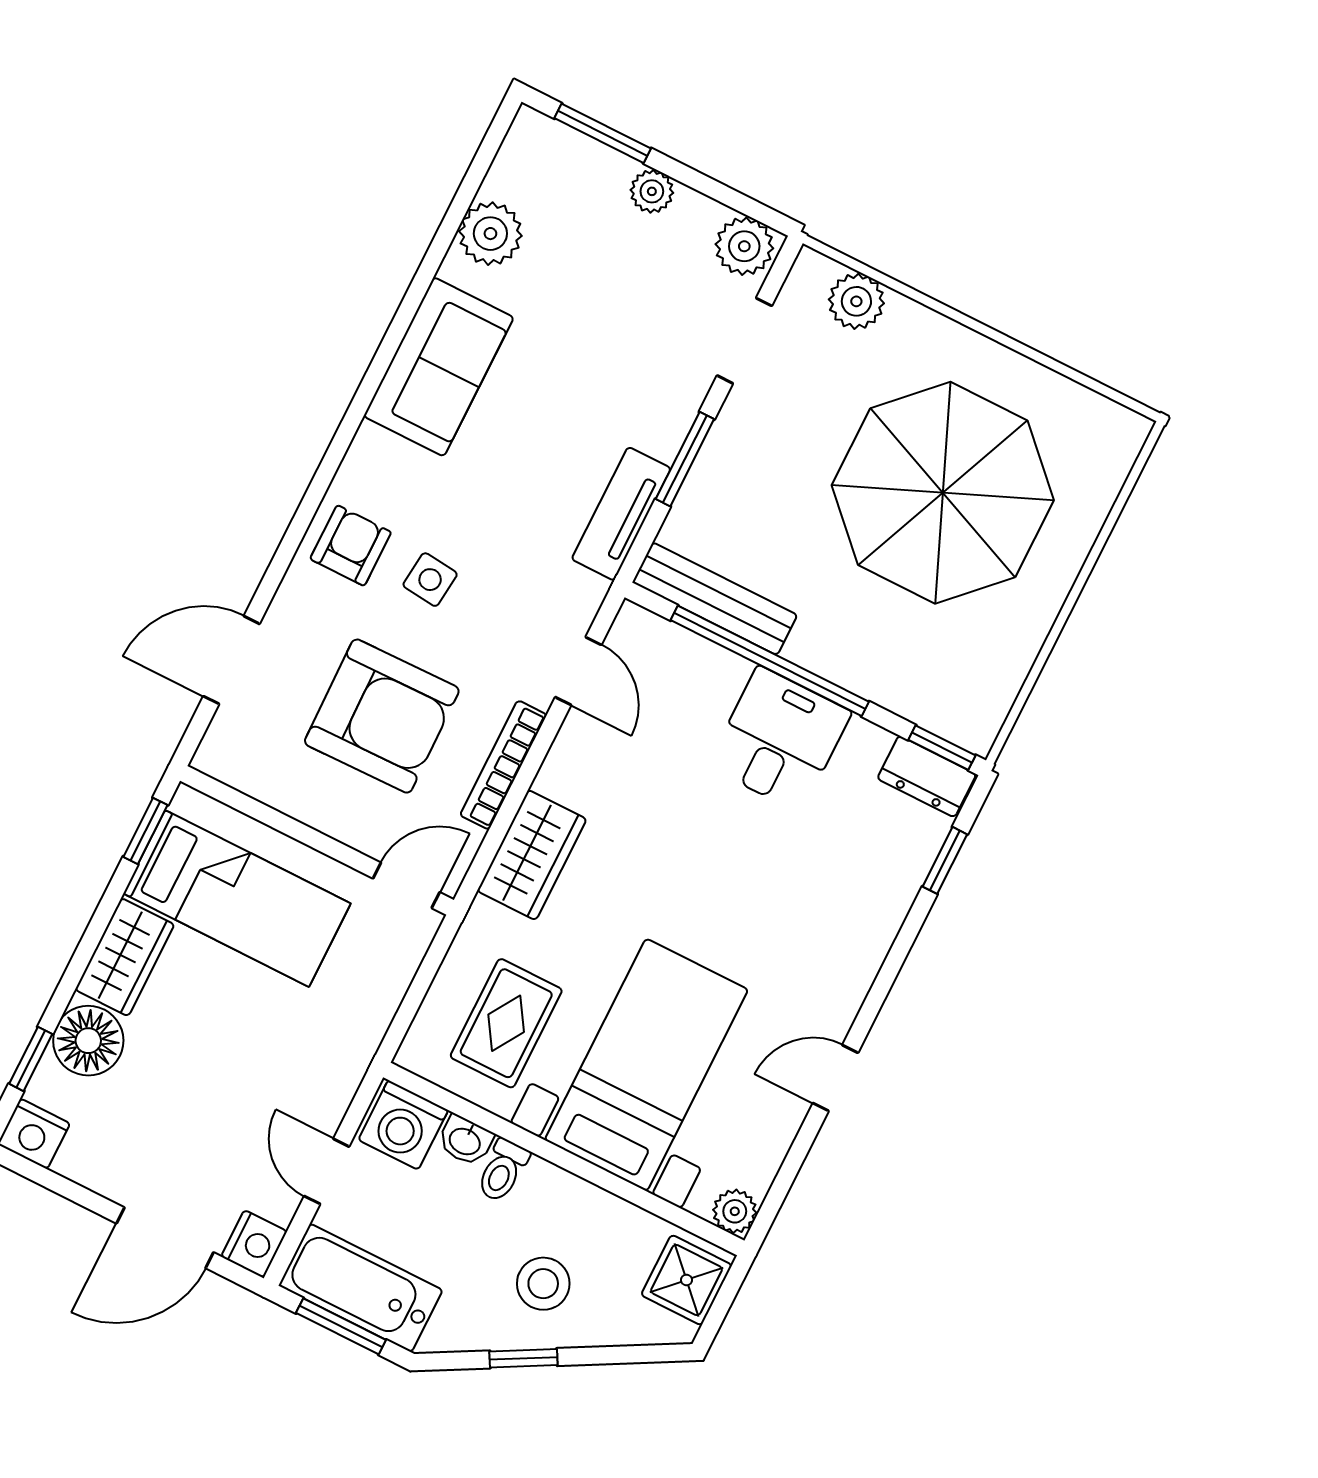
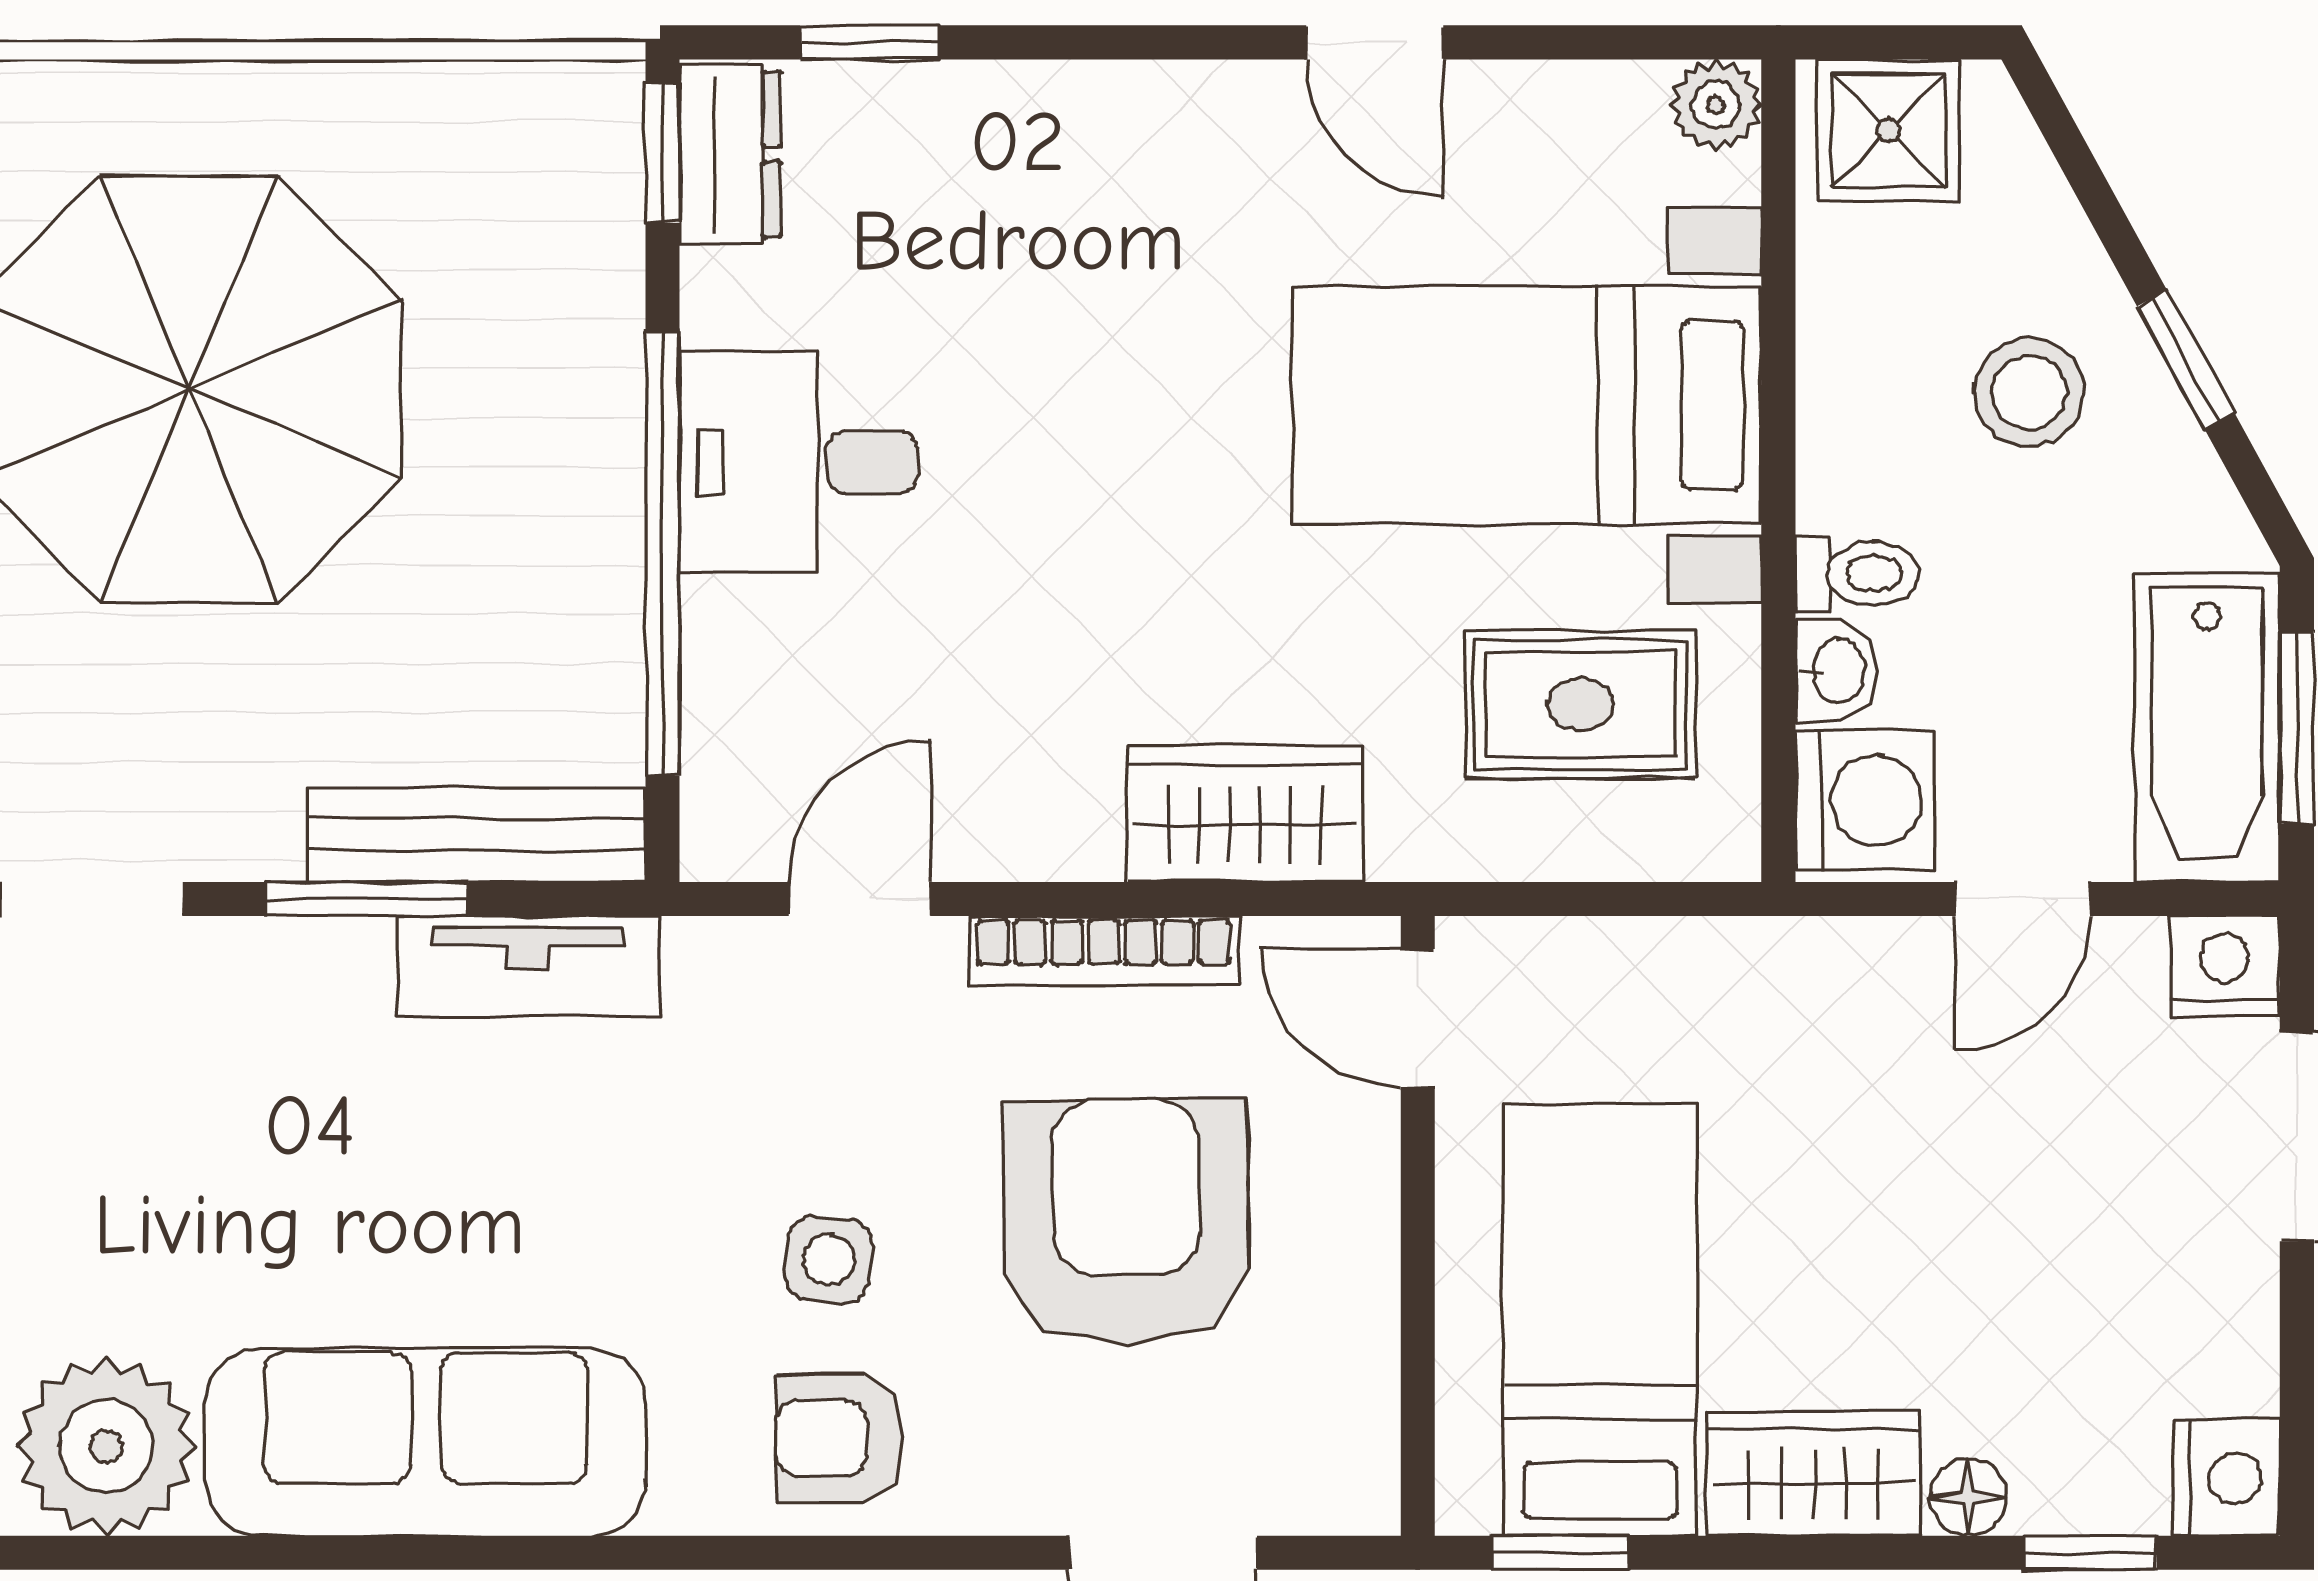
plant: (490, 234) -> (106, 1446), width x1.36, depth x1.36
sofa: (439, 367) -> (426, 1442), width x1.36
bench: (715, 599) -> (477, 835), moved, turned 90
floor lamp: (88, 1041) -> (1968, 1497), width x0.53, depth x0.53

